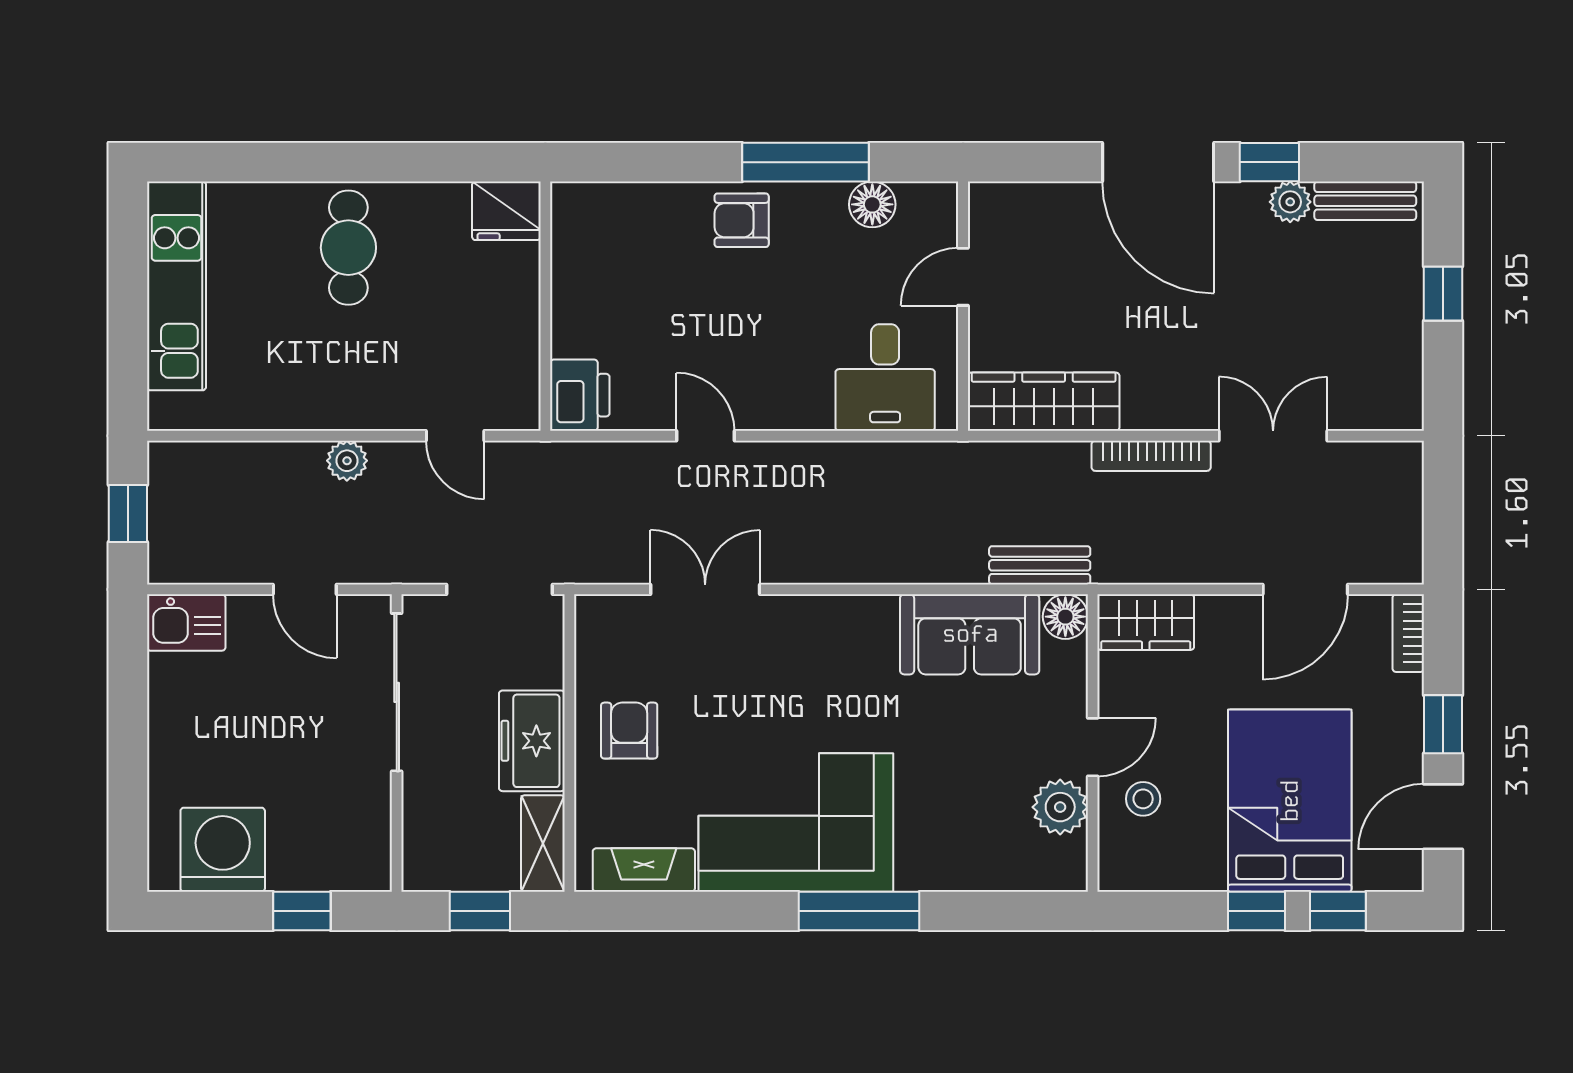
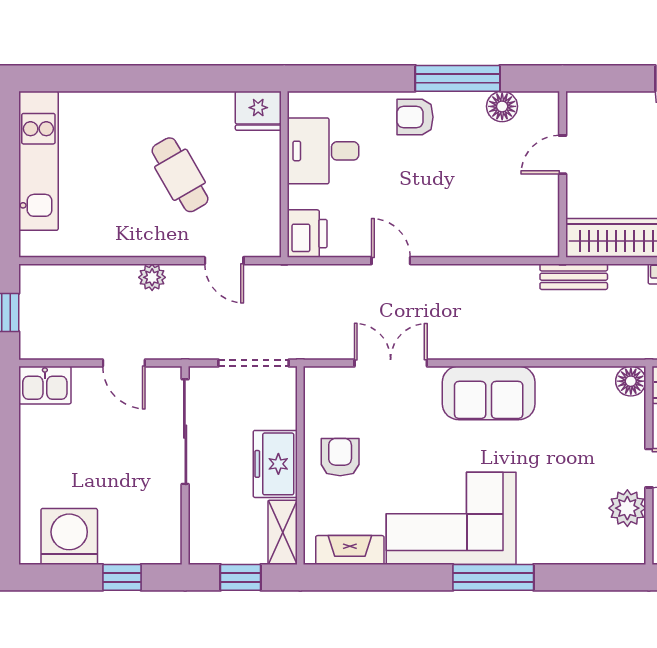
cafe table: (348, 248) -> (180, 175), moved, turned -30
desk: (885, 378) -> (323, 151), moved, turned 90
bench: (1040, 565) -> (574, 277), moved
sofa: (970, 634) -> (489, 393), moved

